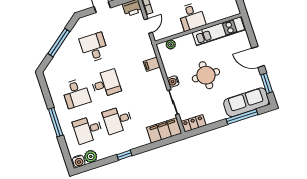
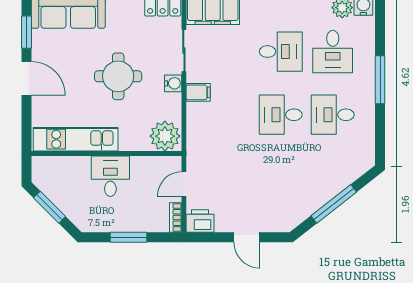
plant: (171, 44) -> (165, 136), width x1.88, depth x1.88
desk: (94, 47) -> (281, 178), removed
filing cabinet: (152, 64) -> (198, 92), moved
desk: (76, 93) -> (333, 115), turned -90
desk: (88, 130) -> (333, 52), turned 90

